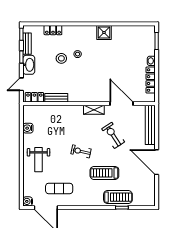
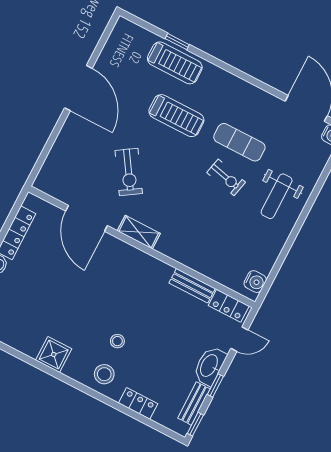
stool: (61, 58) -> (104, 374), moved
bench: (150, 125) -> (57, 157), removed
water cooler: (28, 128) -> (255, 282), moved
exercise bike: (81, 151) -> (226, 177), moved
weight bench: (39, 160) -> (277, 196), turned 180
exercise mat: (59, 188) -> (239, 142), moved
treadmill: (118, 197) -> (175, 63), turned 180

